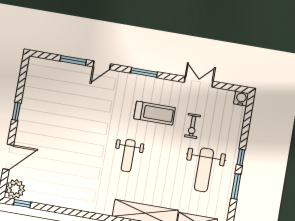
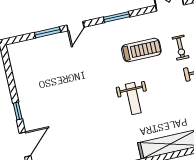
window: (16, 111) -> (18, 111), moved

